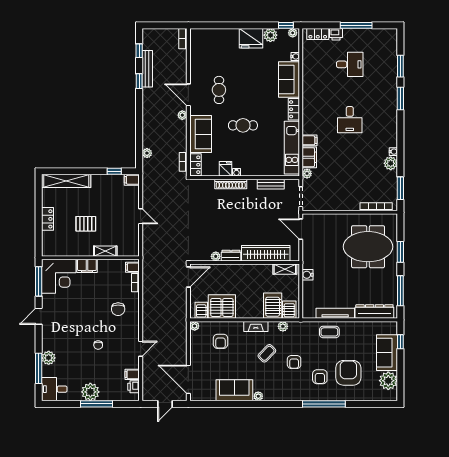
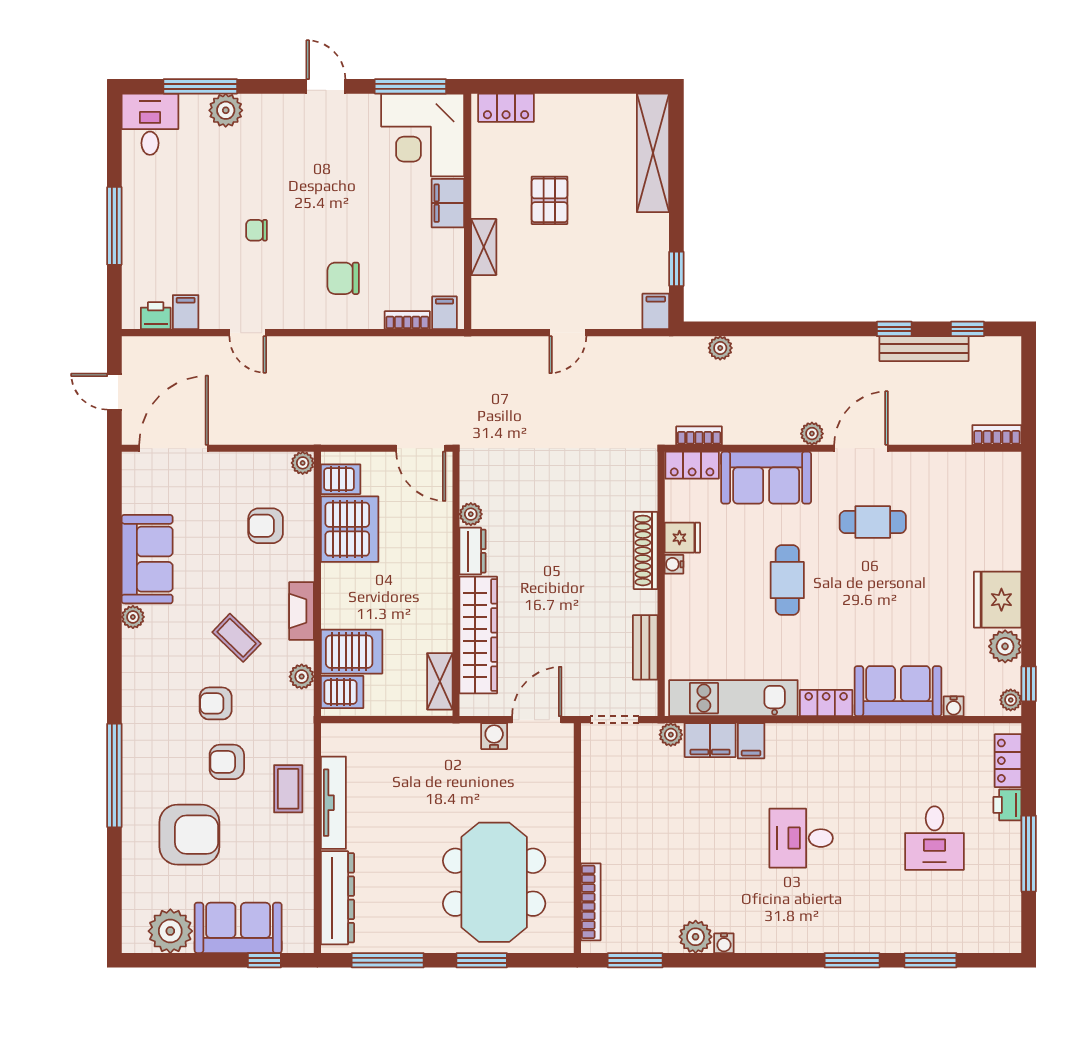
locker: (47, 219) -> (506, 108), moved
water cooler: (308, 275) -> (494, 736), moved
armchair: (320, 377) -> (227, 762), moved
plant: (90, 392) -> (143, 211), removed

